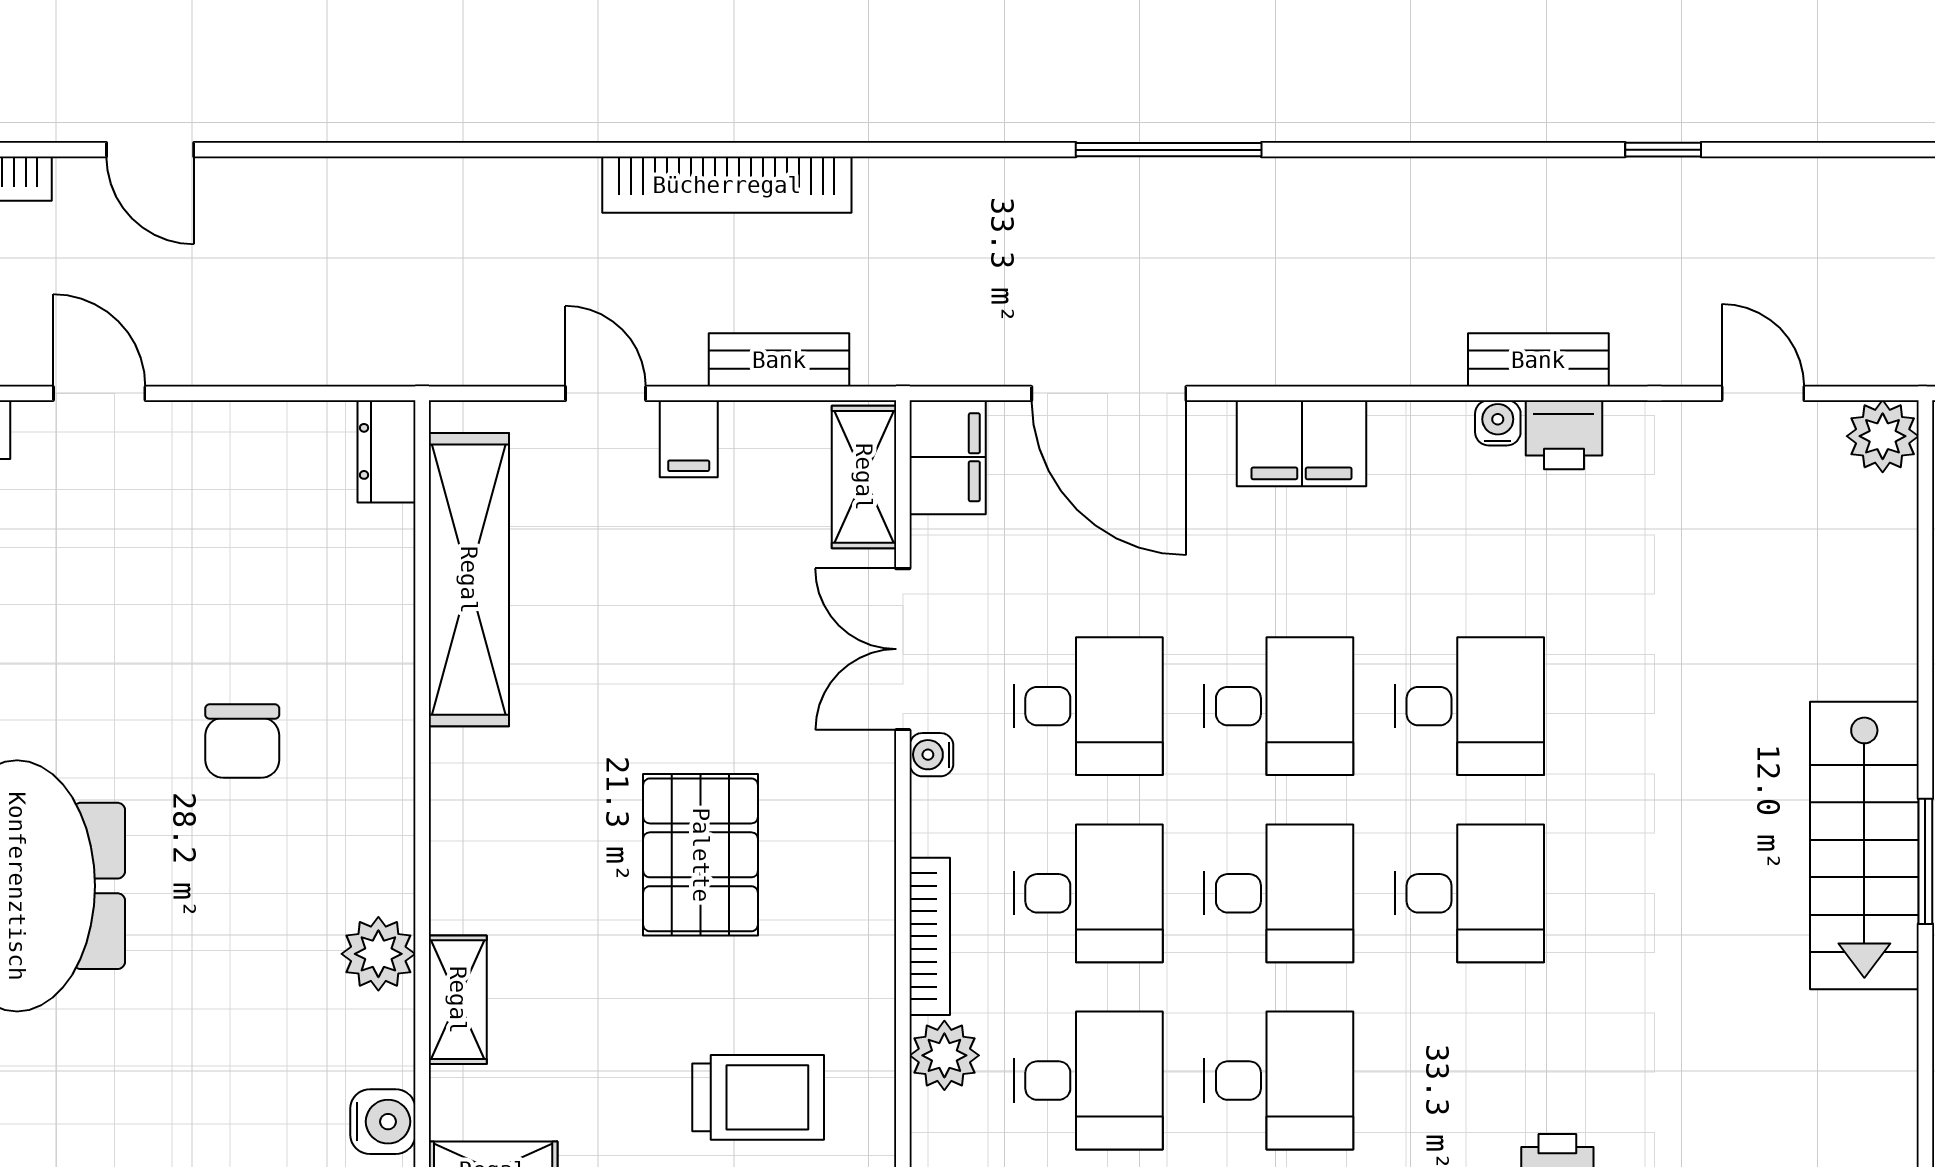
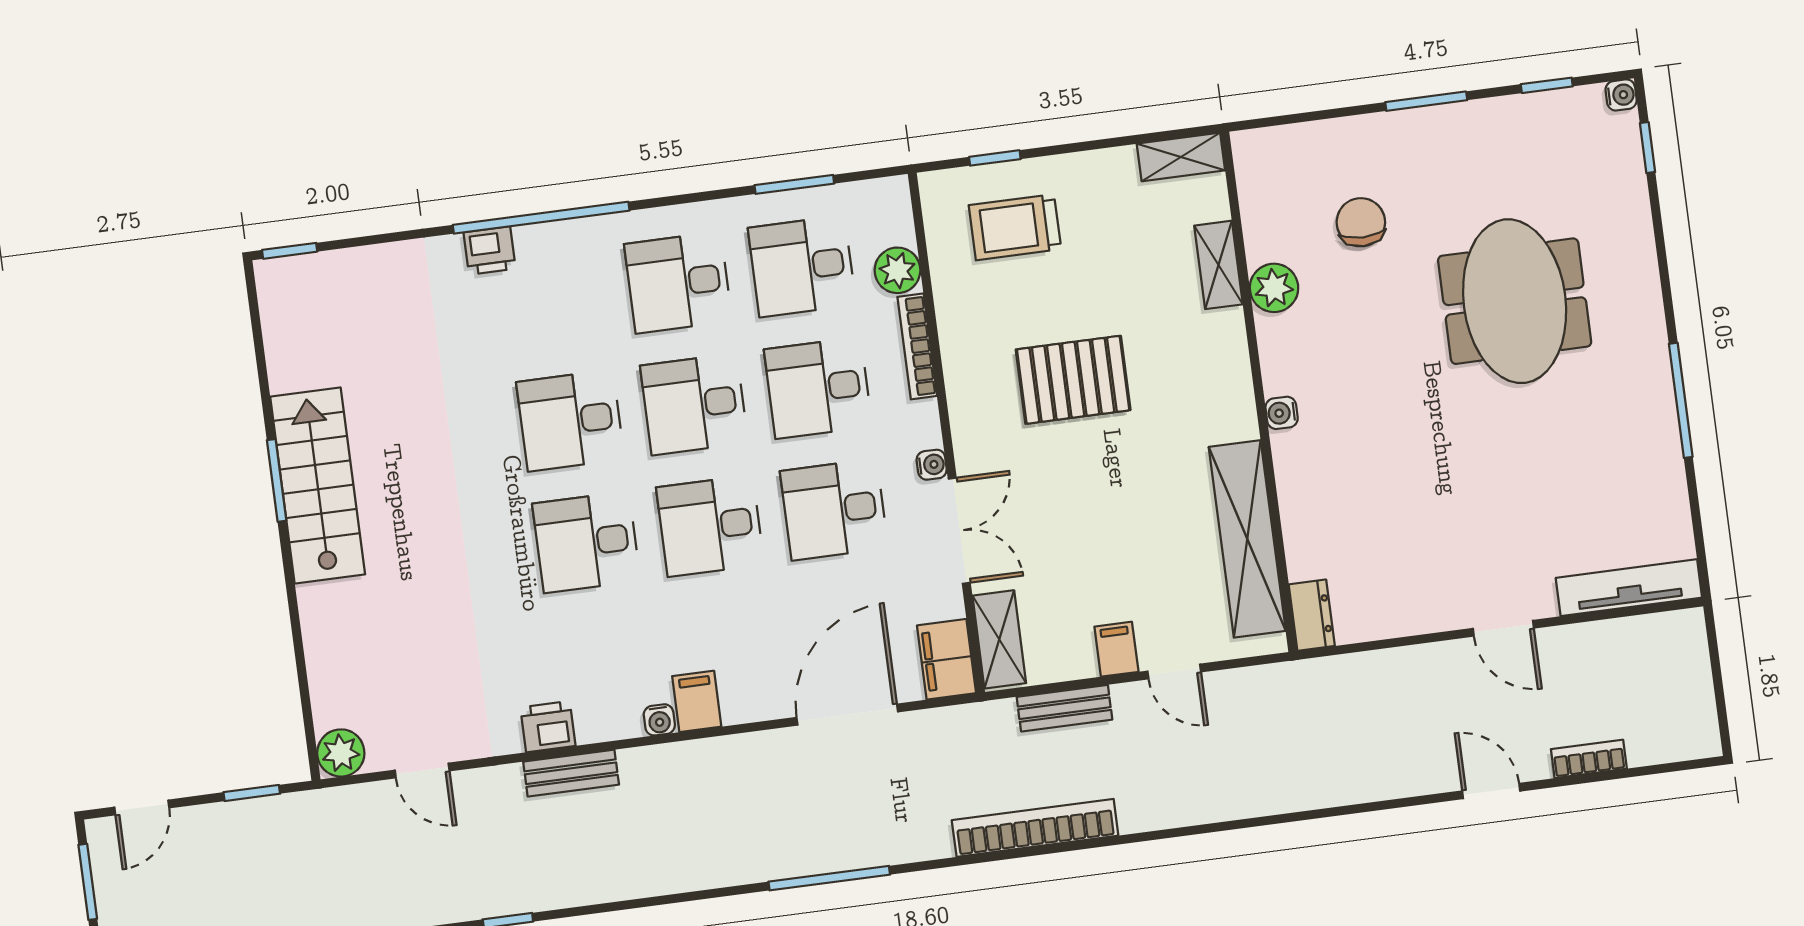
bookcase: (727, 185) -> (1035, 828), moved
door: (1109, 393) -> (847, 715), hinge flipped
water cooler: (1498, 423) -> (659, 720), moved
filing cabinet: (1302, 443) -> (697, 701), width x0.50
chair: (242, 741) -> (1361, 222), moved
pallet: (701, 855) -> (1073, 380), turned 90
water cooler: (383, 1122) -> (1282, 413), moved, width x0.72, depth x0.72

